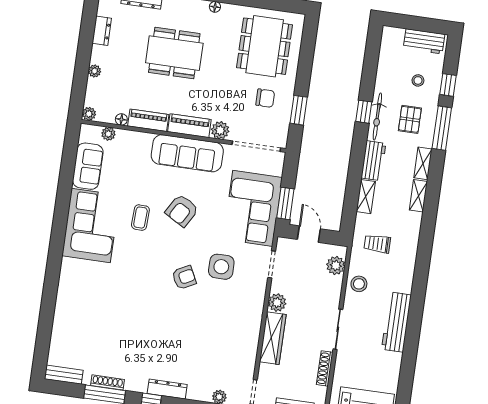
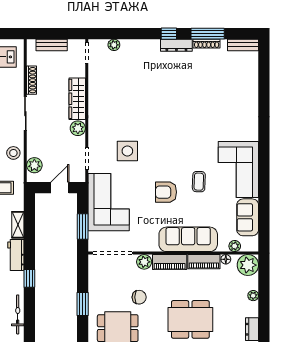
chair: (265, 98) -> (139, 297), moved, turned 180
window: (299, 110) -> (83, 304), moved
window: (364, 112) -> (29, 278), moved
plant: (89, 114) -> (248, 265), width x1.88, depth x1.88
bicycle: (377, 117) -> (18, 314), moved
sofa: (187, 153) -> (188, 239), moved
window: (285, 203) -> (83, 227), moved
armchair: (182, 211) -> (166, 192), turned -120
door: (309, 234) -> (60, 188), swing flipped
armchair: (184, 277) -> (156, 138), removed
dresser: (167, 389) -> (176, 45), moved

